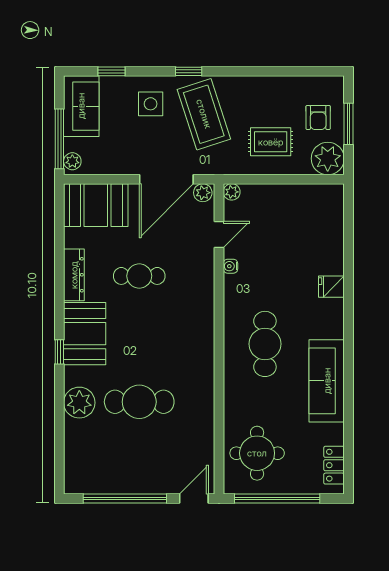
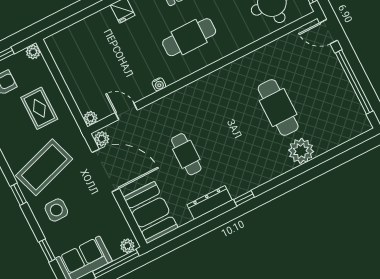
plant: (328, 159) -> (33, 52), width x0.53, depth x0.53
water cooler: (230, 266) -> (159, 84), moved
booth: (85, 334) -> (249, 173), removed
window: (59, 352) -> (244, 198), moved

